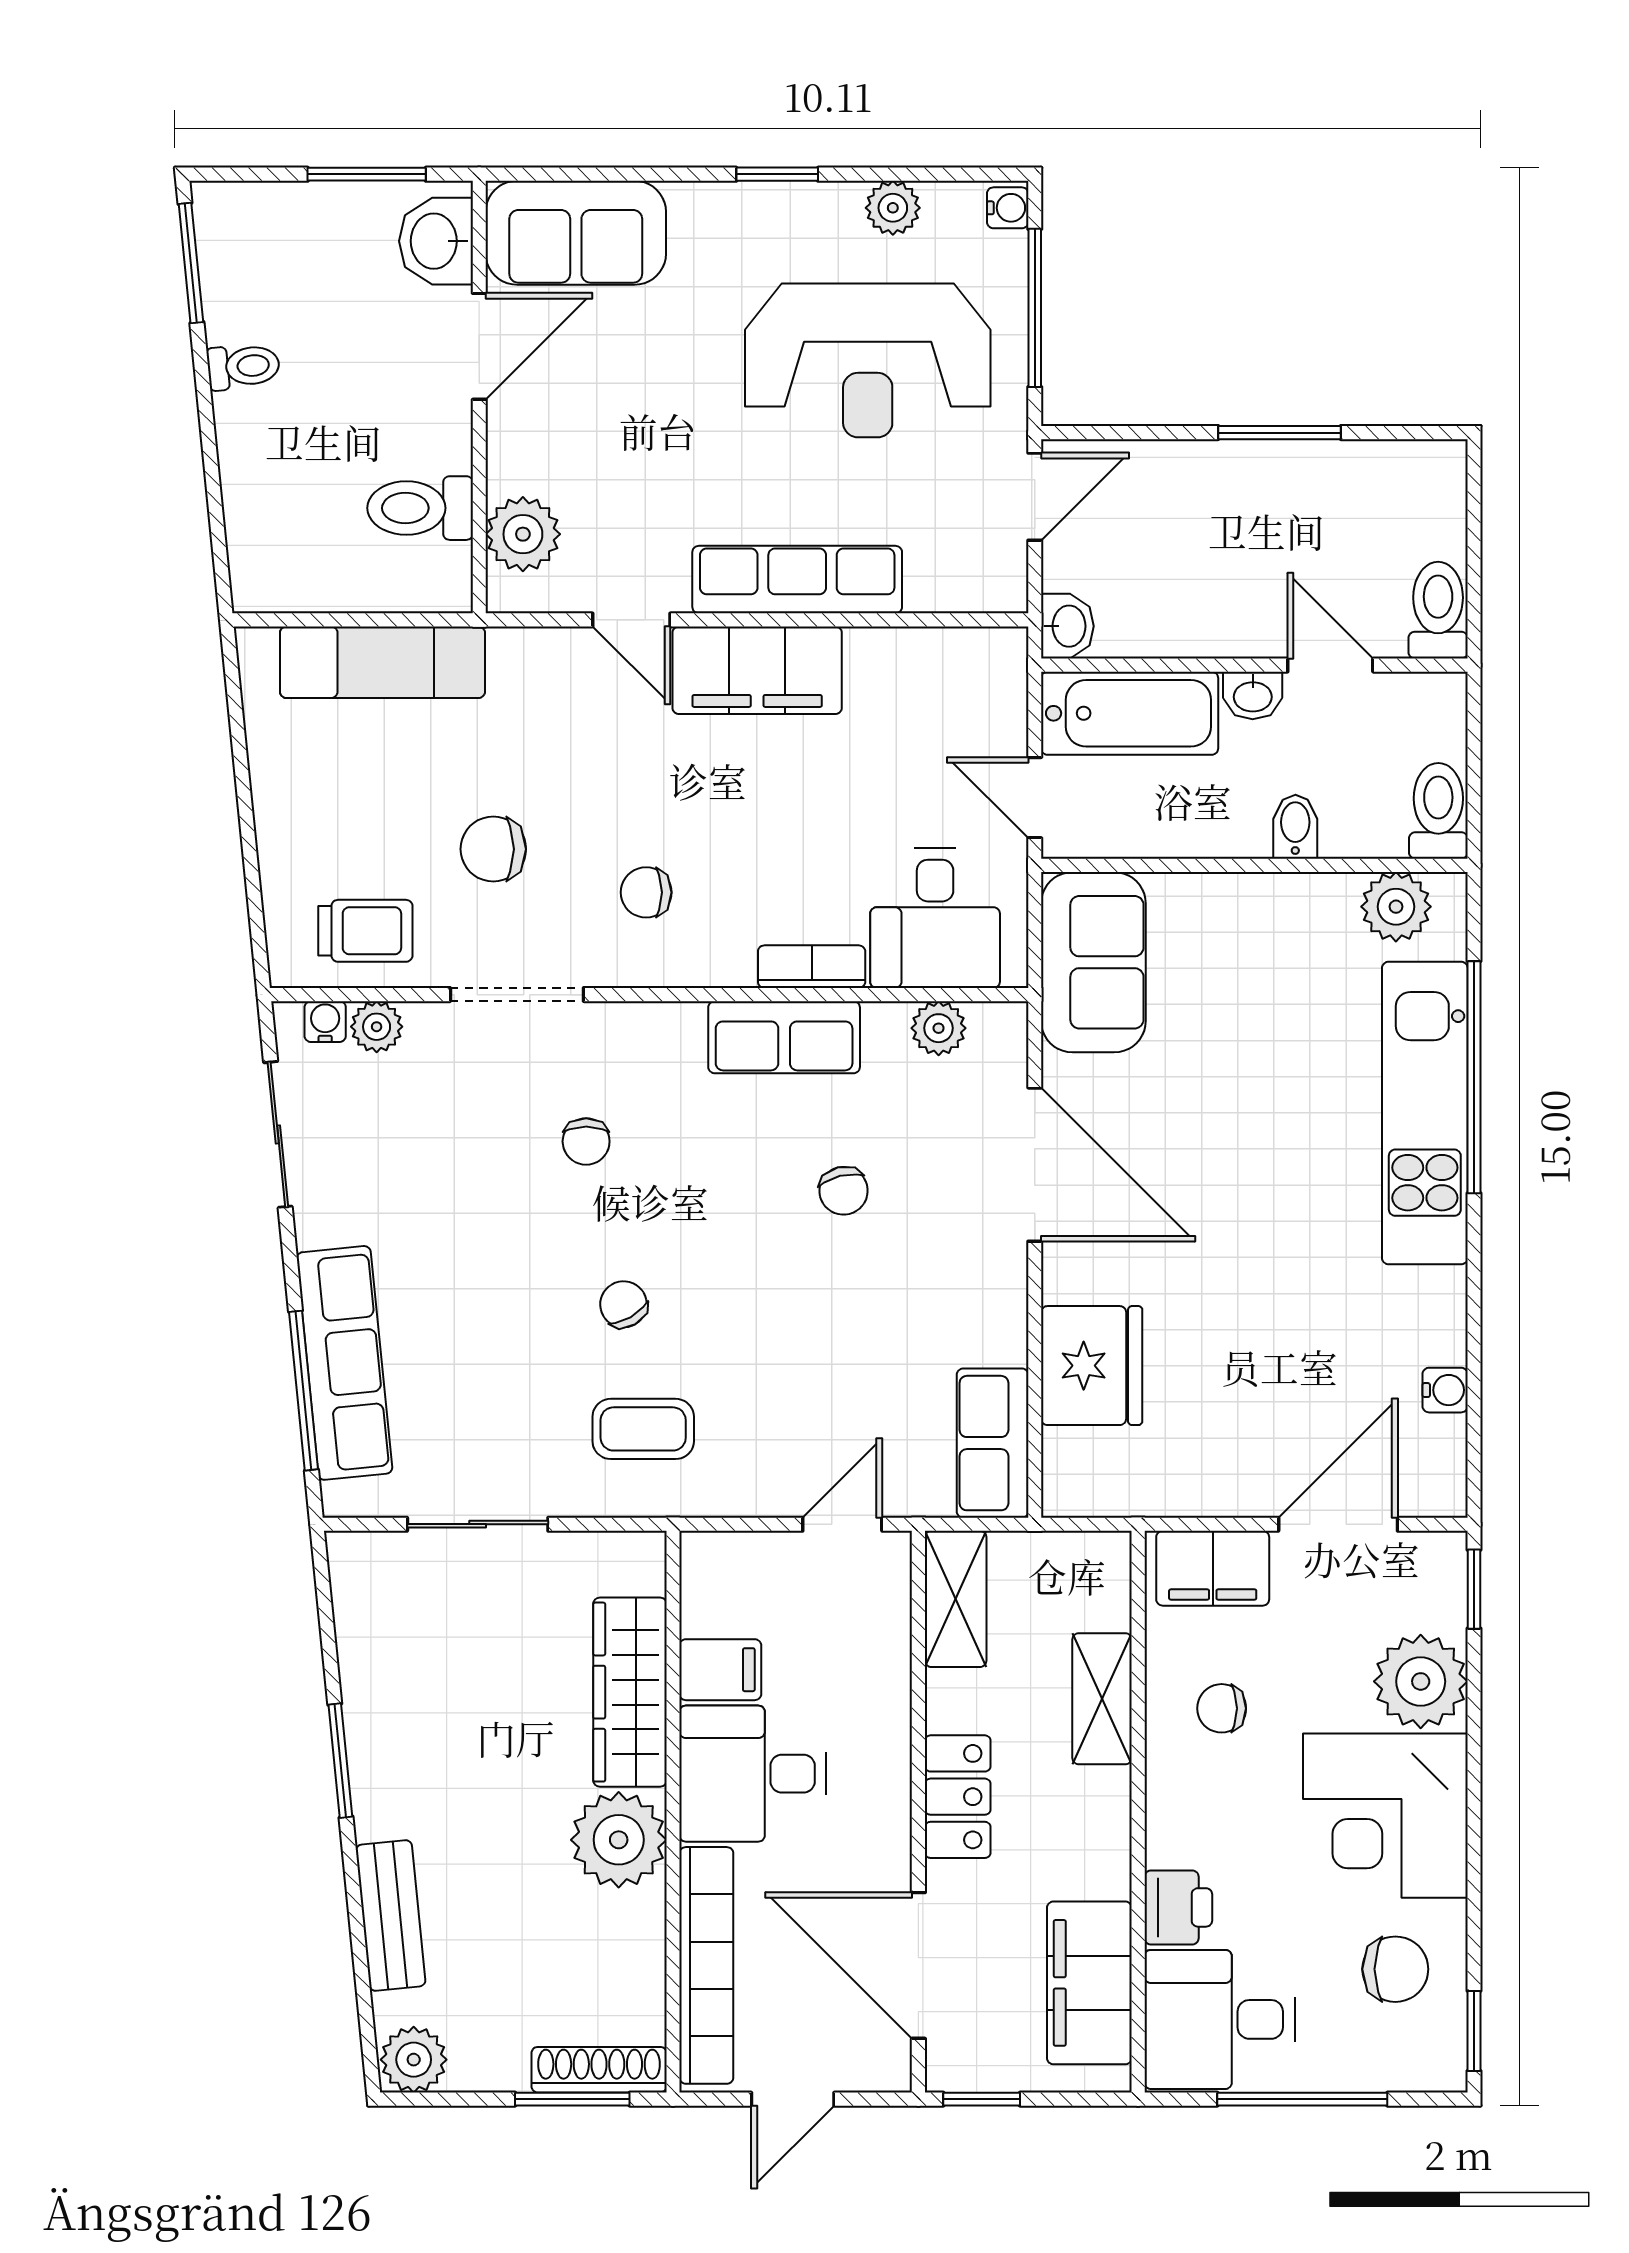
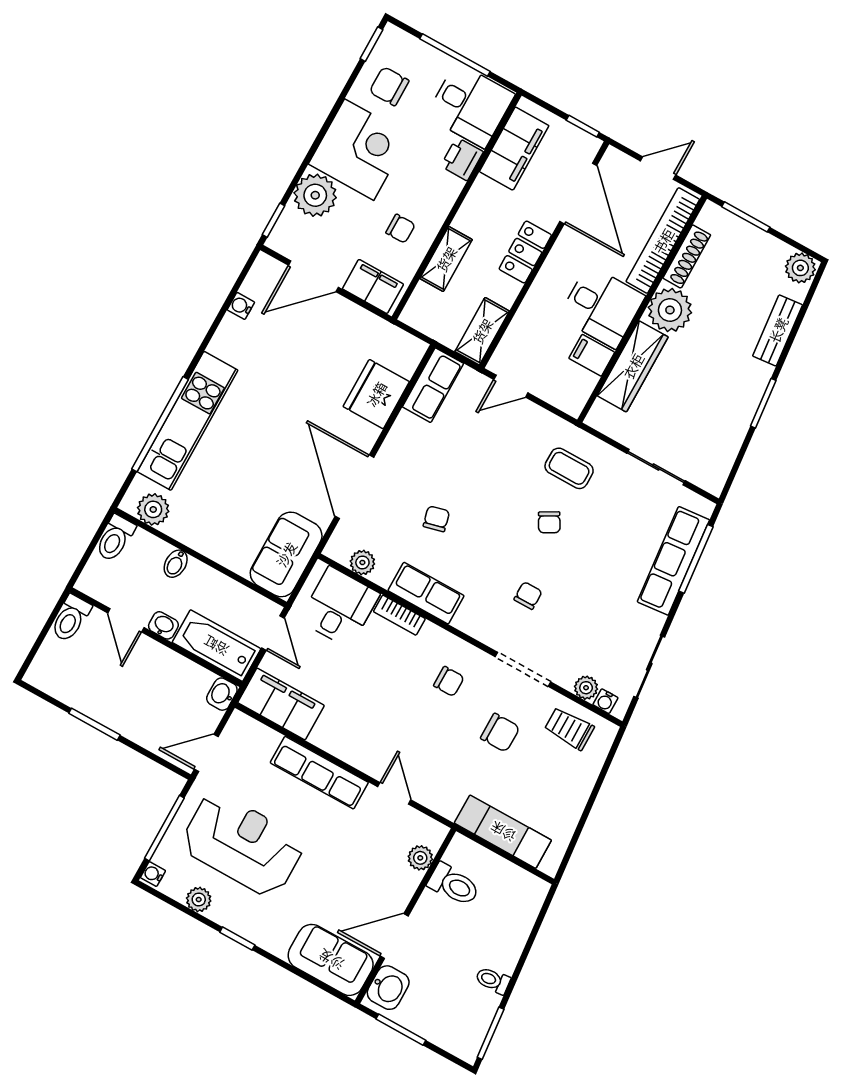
plant: (523, 534) -> (420, 858), width x0.73, depth x0.73
filing cabinet: (757, 670) -> (281, 704), moved
shoe rack: (599, 2070) -> (687, 256), moved, turned -90

